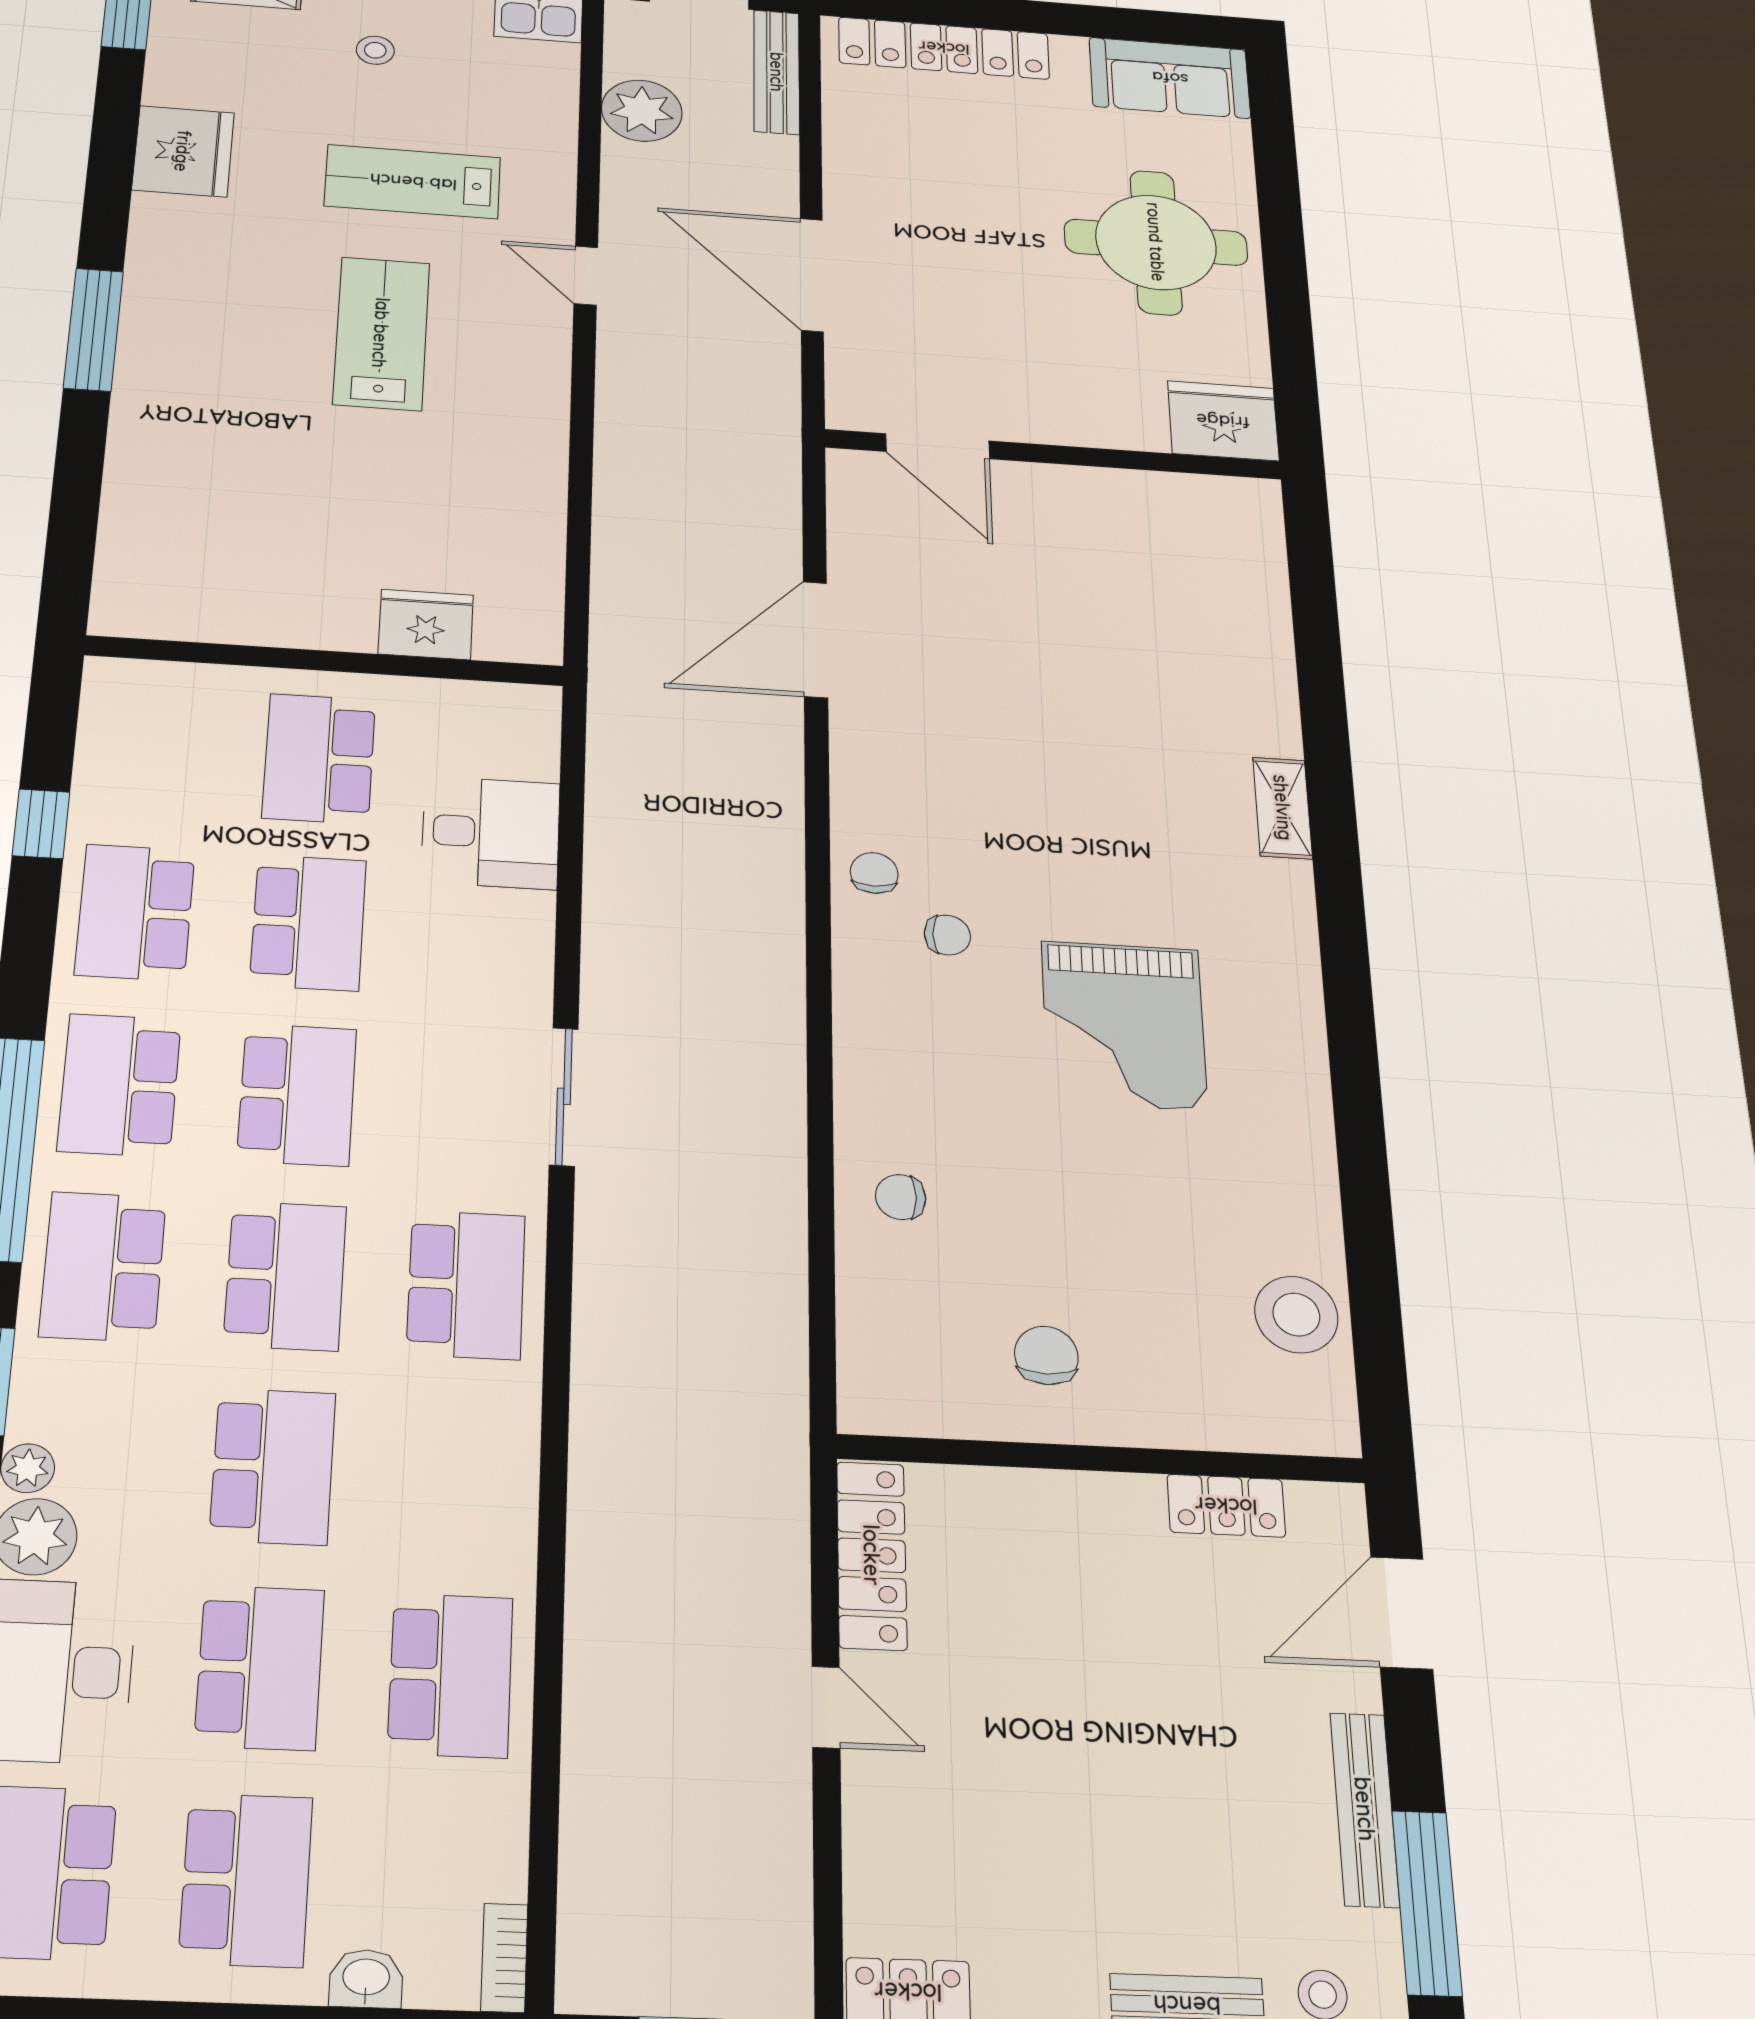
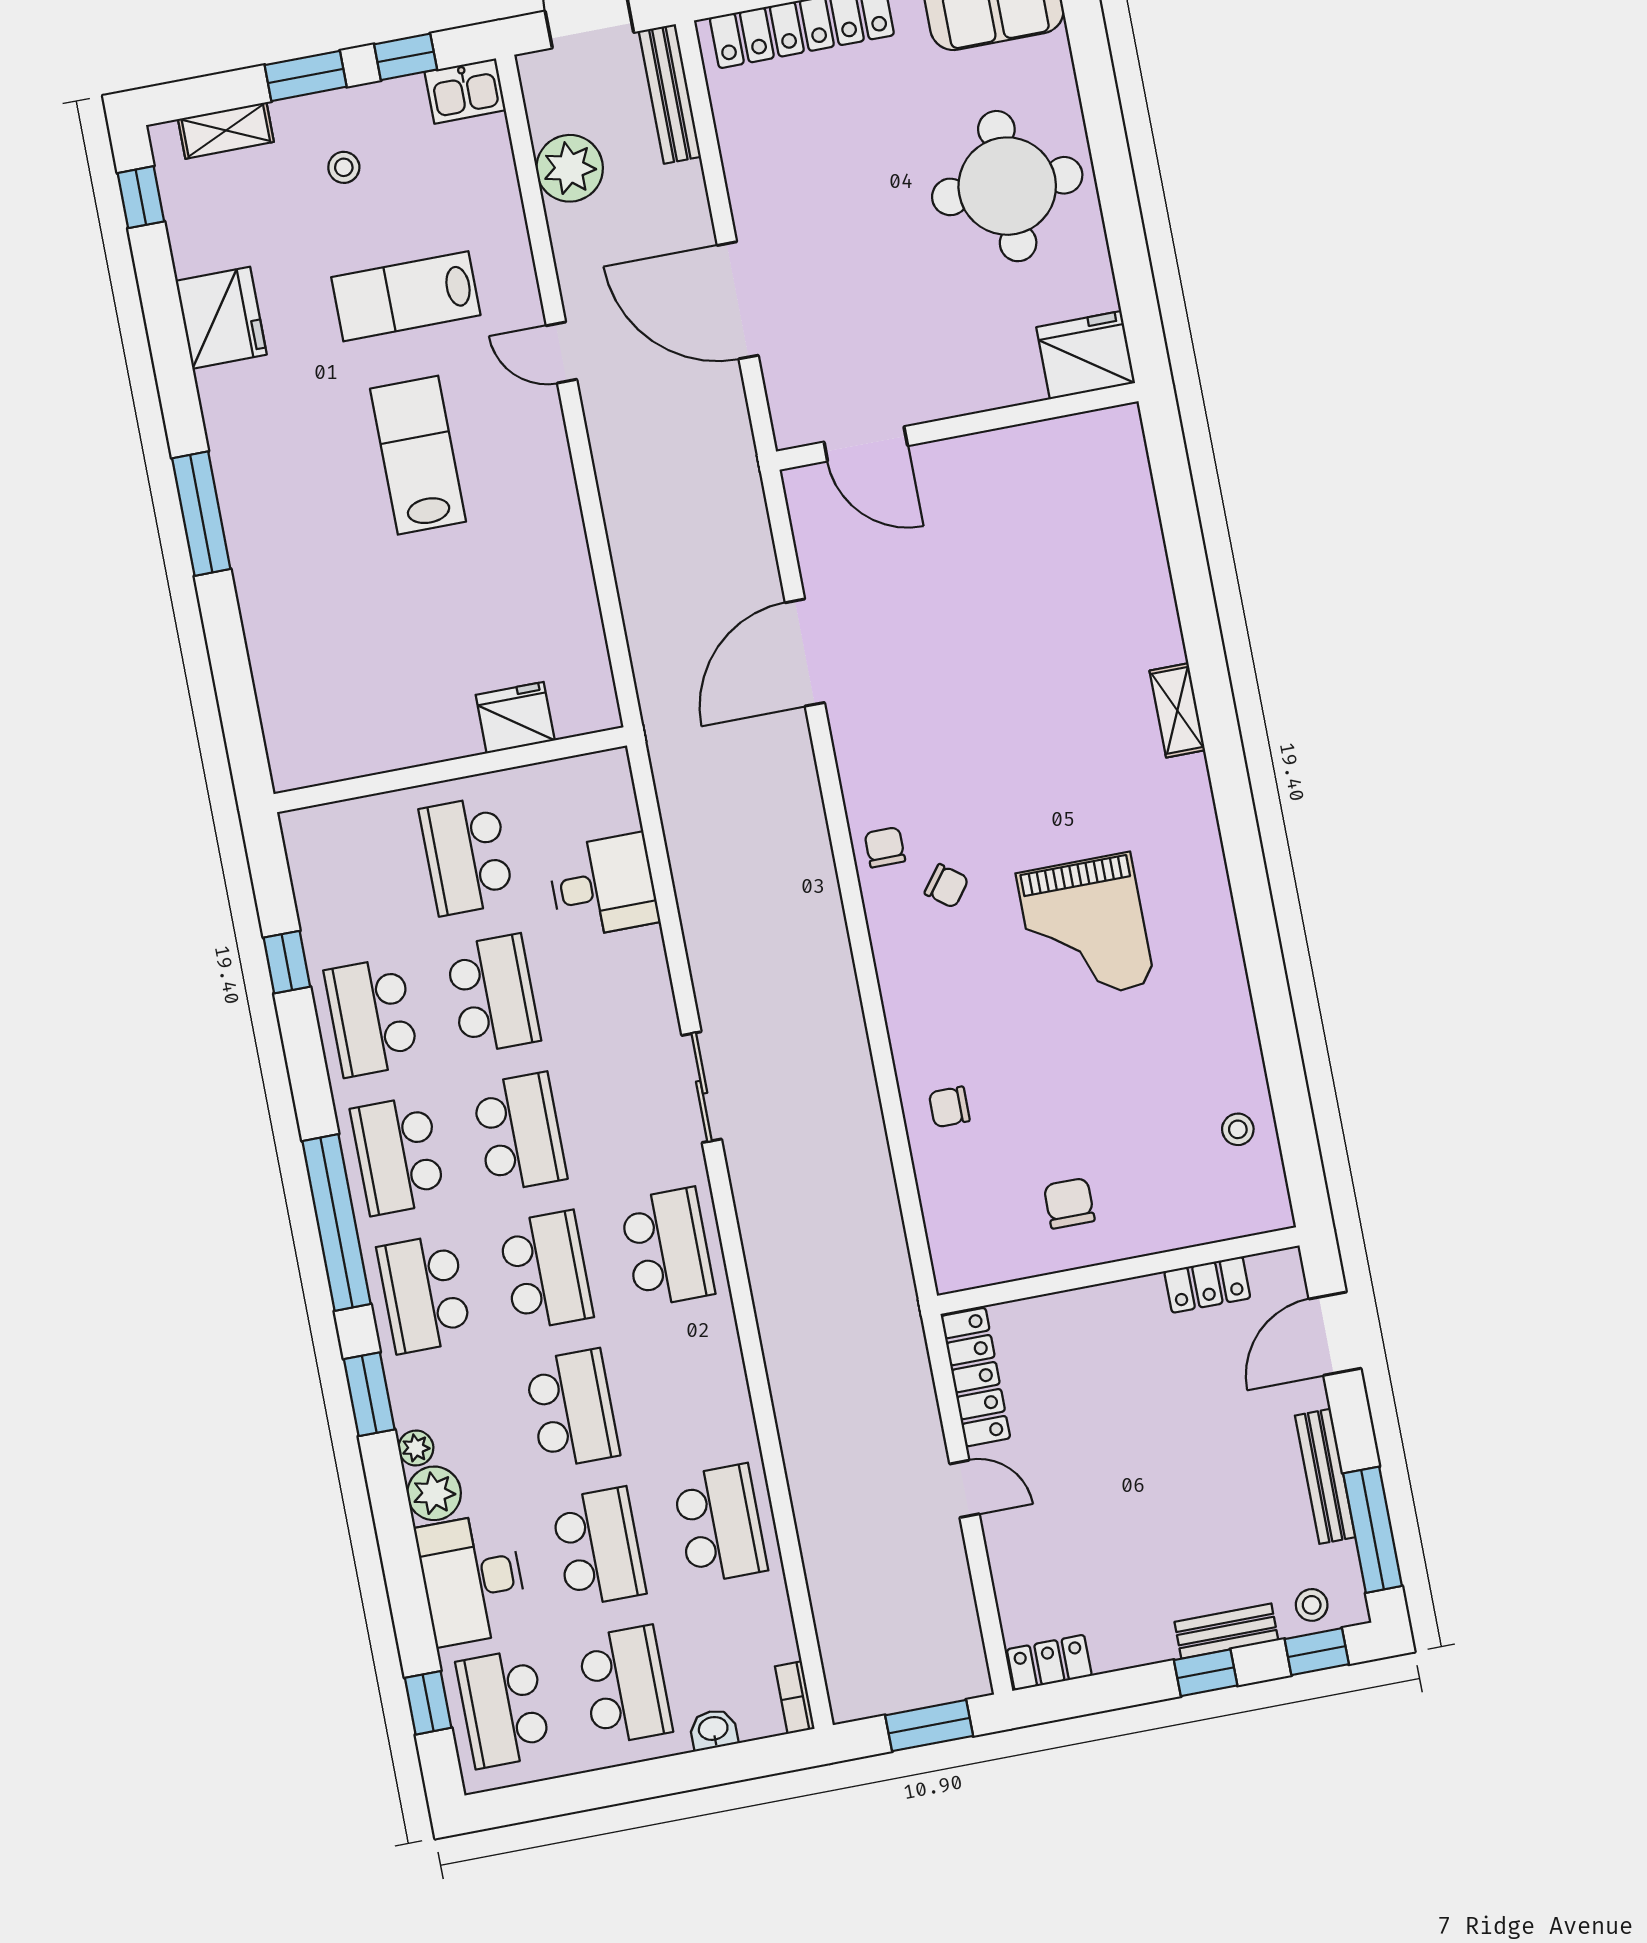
chair: (947, 935) -> (947, 886), turned 37
stool: (1296, 1315) -> (1238, 1129), width x0.53, depth x0.53

